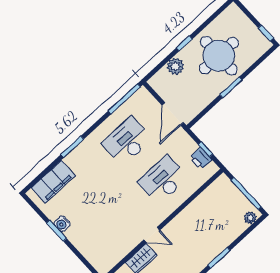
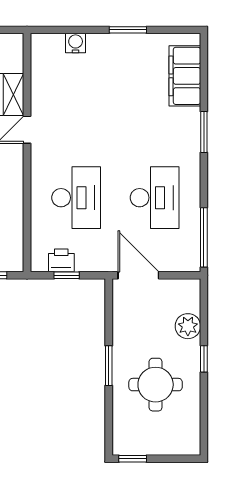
round table: (219, 56) -> (156, 385), width x0.73, depth x0.73
water cooler: (62, 224) -> (76, 43), moved

